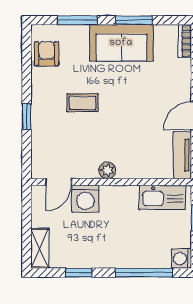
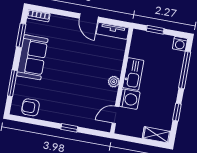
window: (134, 20) -> (21, 35), moved
coffee table: (82, 103) -> (67, 90), removed
door: (58, 182) -> (115, 115), swing flipped
kitchen sink: (162, 197) -> (133, 74), moved

